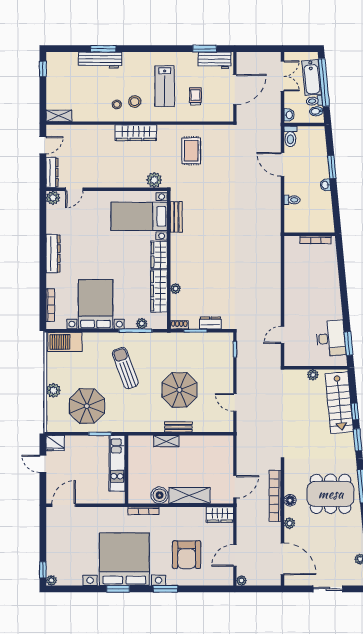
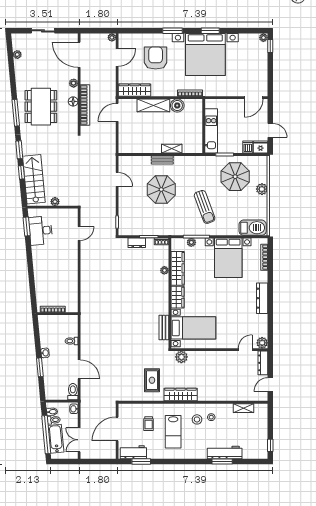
lab bench: (165, 86) -> (173, 432), turned 180
shelving: (59, 116) -> (243, 408), moved
wardrobe: (136, 133) -> (181, 395), moved
dishwasher: (71, 443) -> (248, 147), added
dining table: (331, 494) -> (41, 107), turned 90
wardrobe: (220, 515) -> (135, 90), width x1.50

